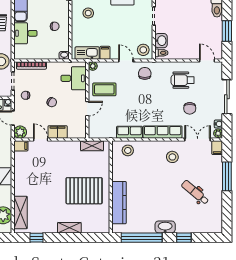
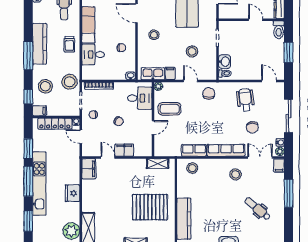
stool: (143, 50) -> (192, 51), moved
wheelchair: (183, 80) -> (245, 100), turned 83
plant: (20, 132) -> (88, 150), removed
filing cabinet: (21, 146) -> (89, 169), width x2.00

